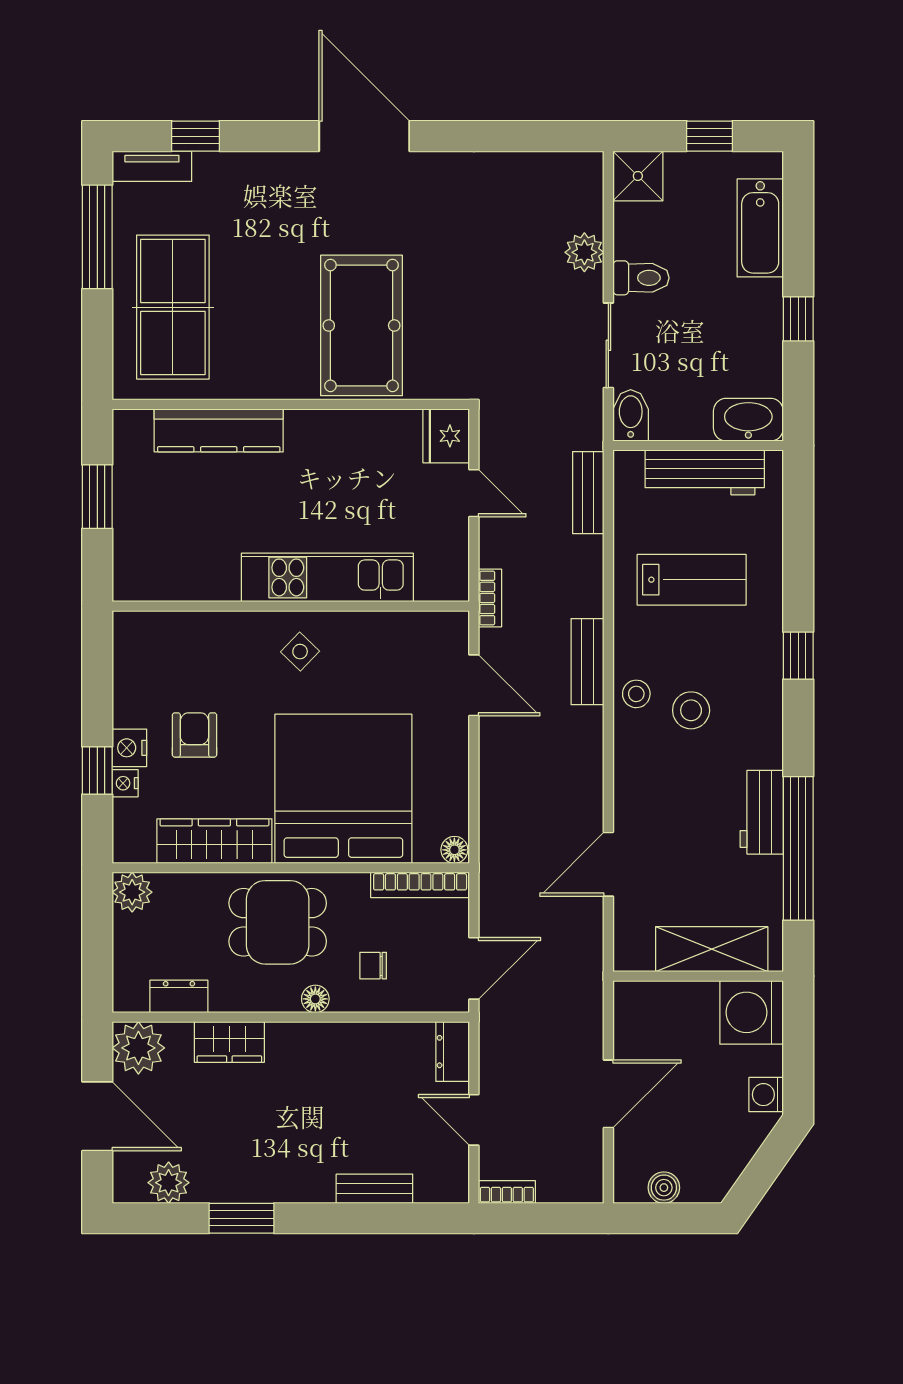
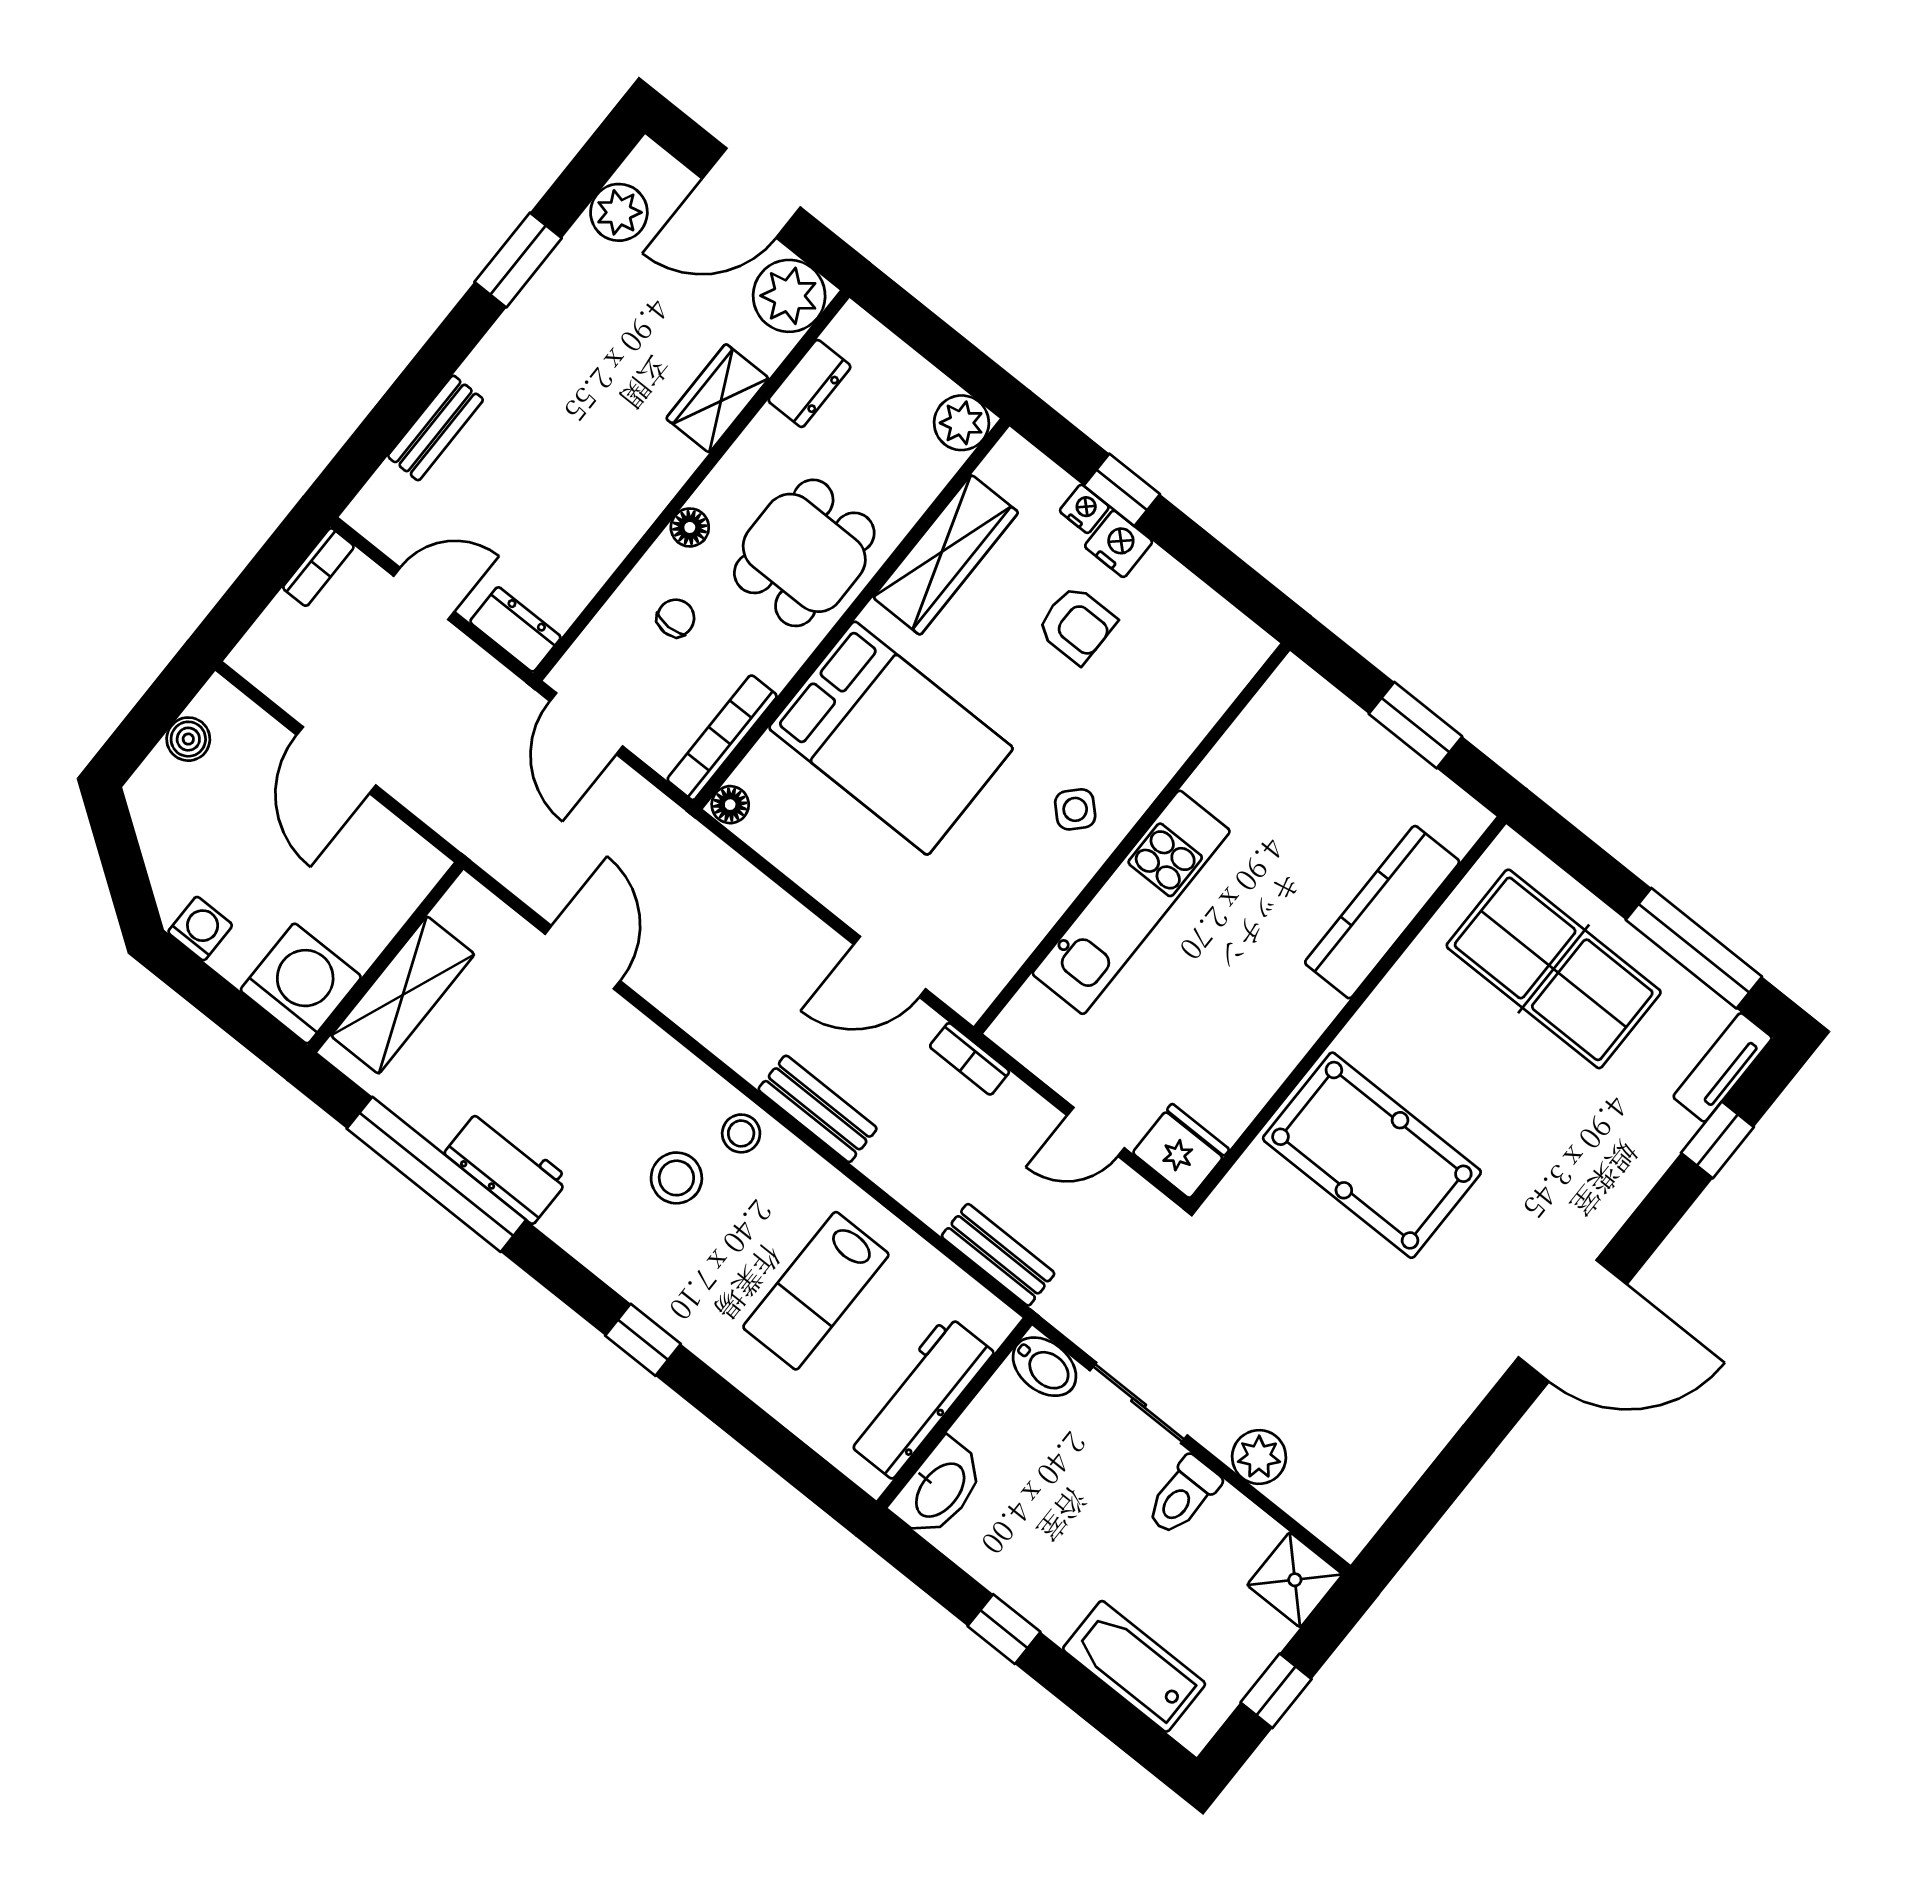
bed: (343, 789) -> (891, 738), width x0.73

